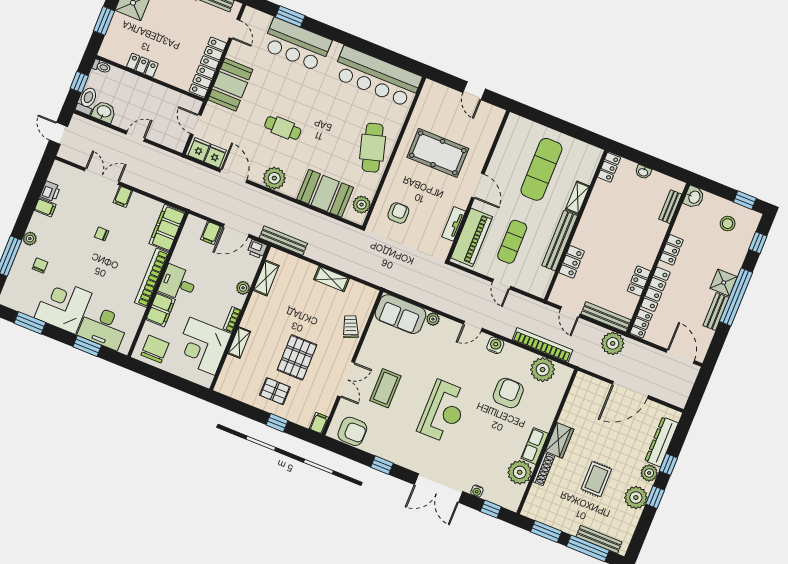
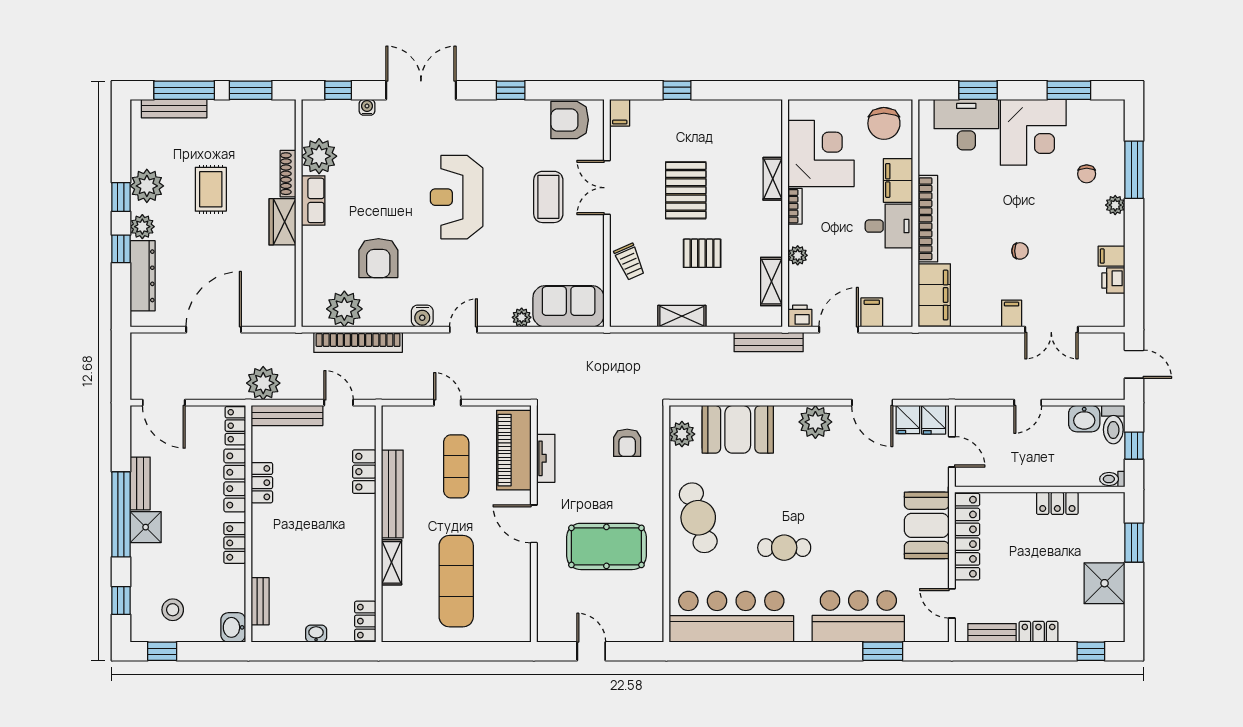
cafe table: (283, 128) -> (784, 548), moved
pallet: (275, 391) -> (702, 253), moved

